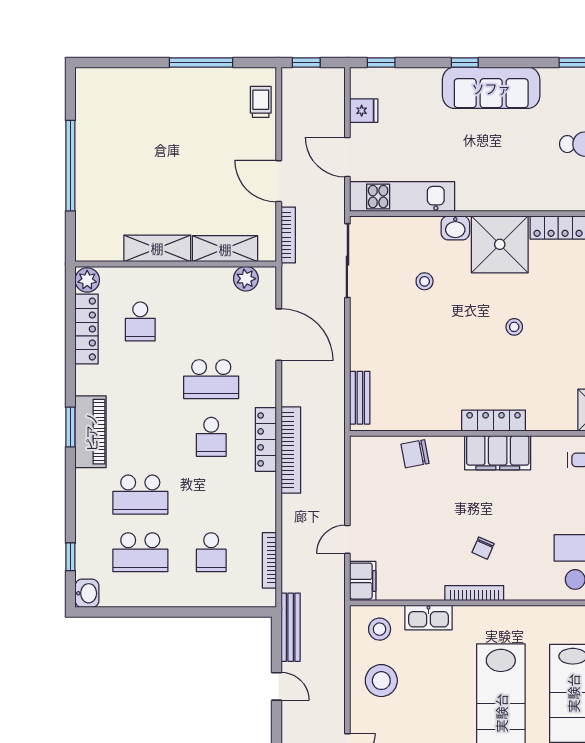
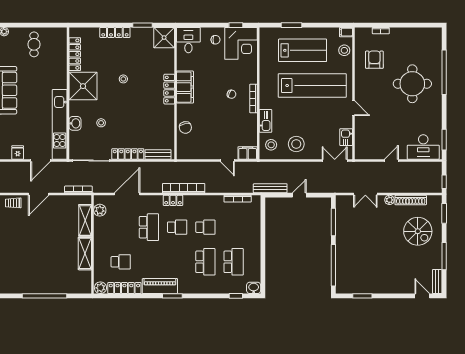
door: (279, 181) -> (39, 194), moved
kitchen unit: (402, 197) -> (60, 124), width x1.36
washbasin: (455, 228) -> (75, 123), moved
locker: (361, 336) -> (128, 154), added
piano: (91, 432) -> (160, 286), moved
locker: (266, 439) -> (173, 200), width x0.66
school desk: (211, 552) -> (205, 227), moved

